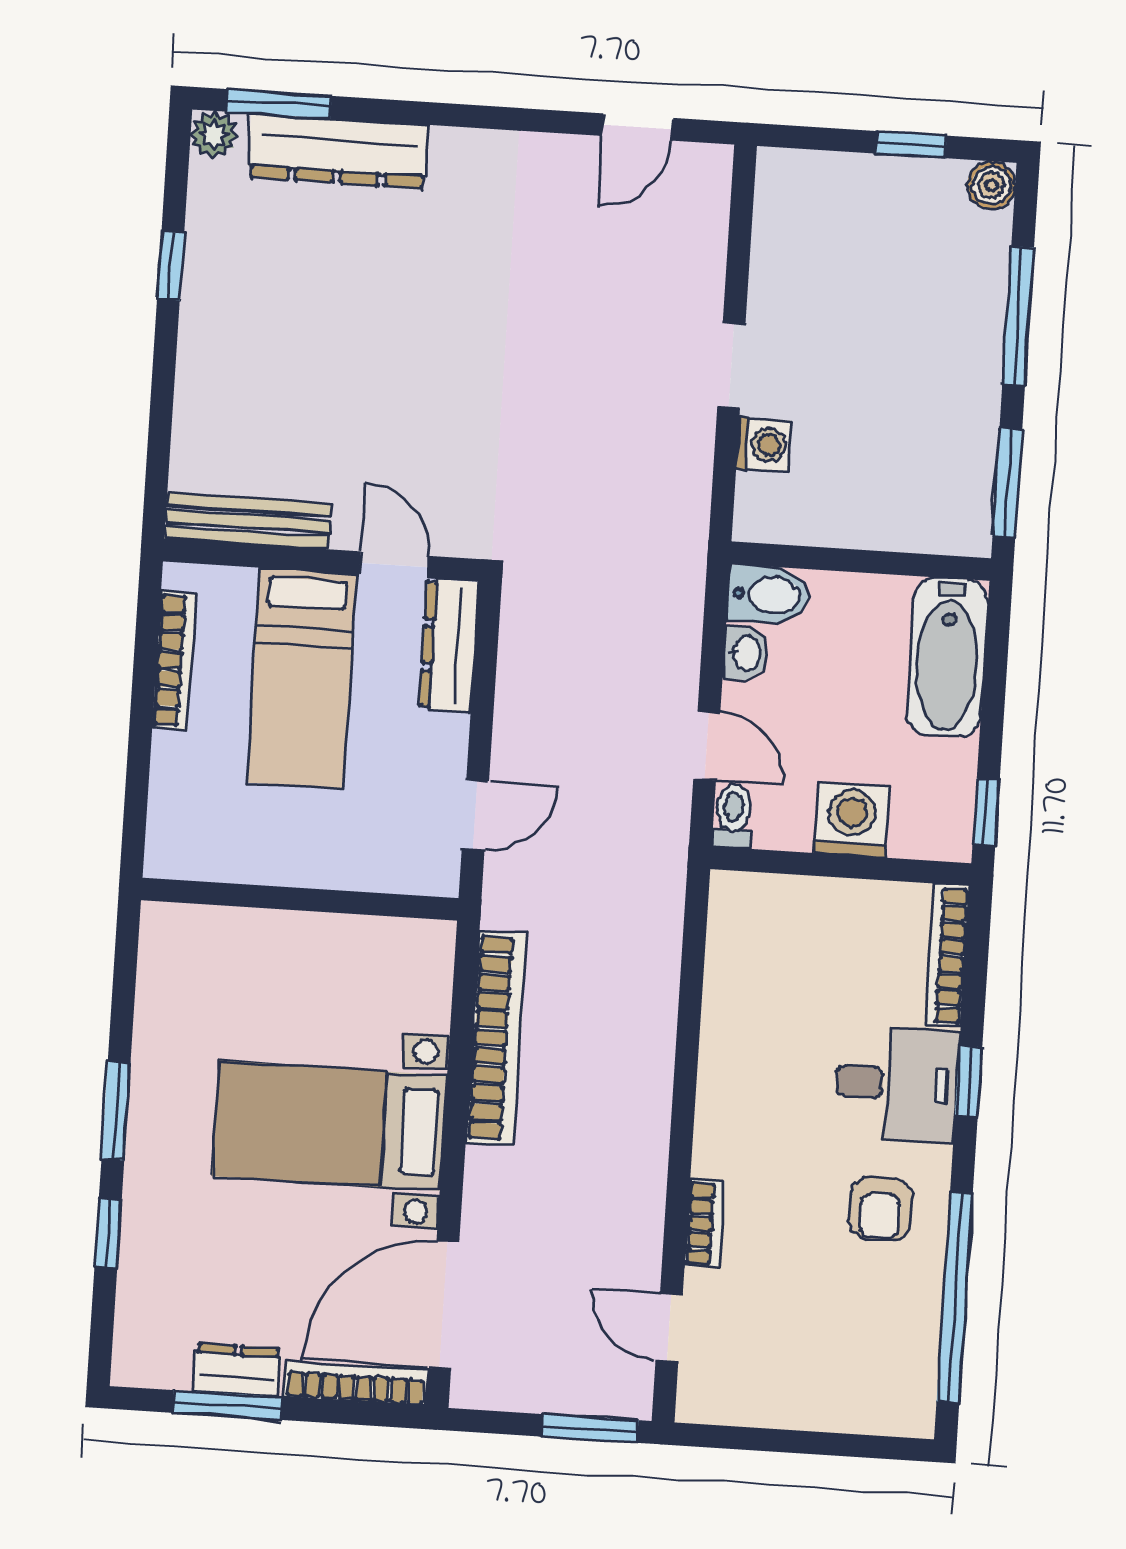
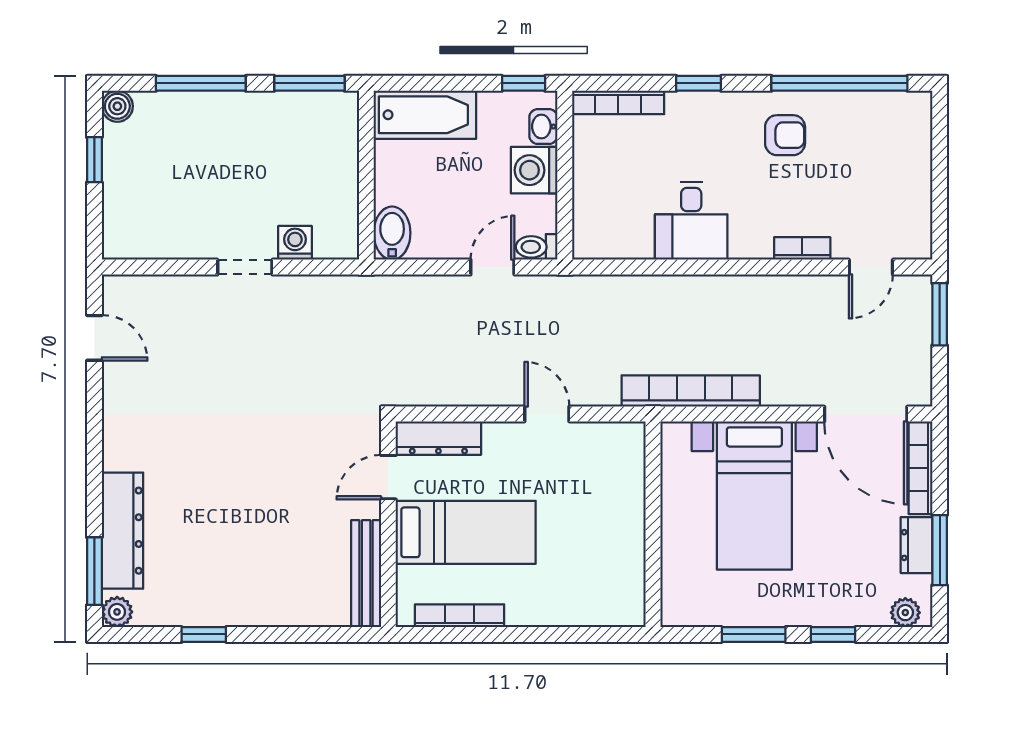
washbasin: (746, 653) -> (543, 127), moved, turned -90
wall: (300, 899) -> (653, 524), moved
desk: (897, 1084) -> (691, 221), moved, turned 180
plant: (135, 1346) -> (905, 613), added

